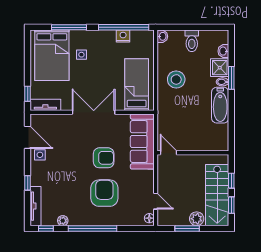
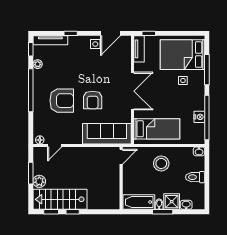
door: (168, 153) -> (121, 157), moved
wall: (193, 153) -> (121, 178), moved

